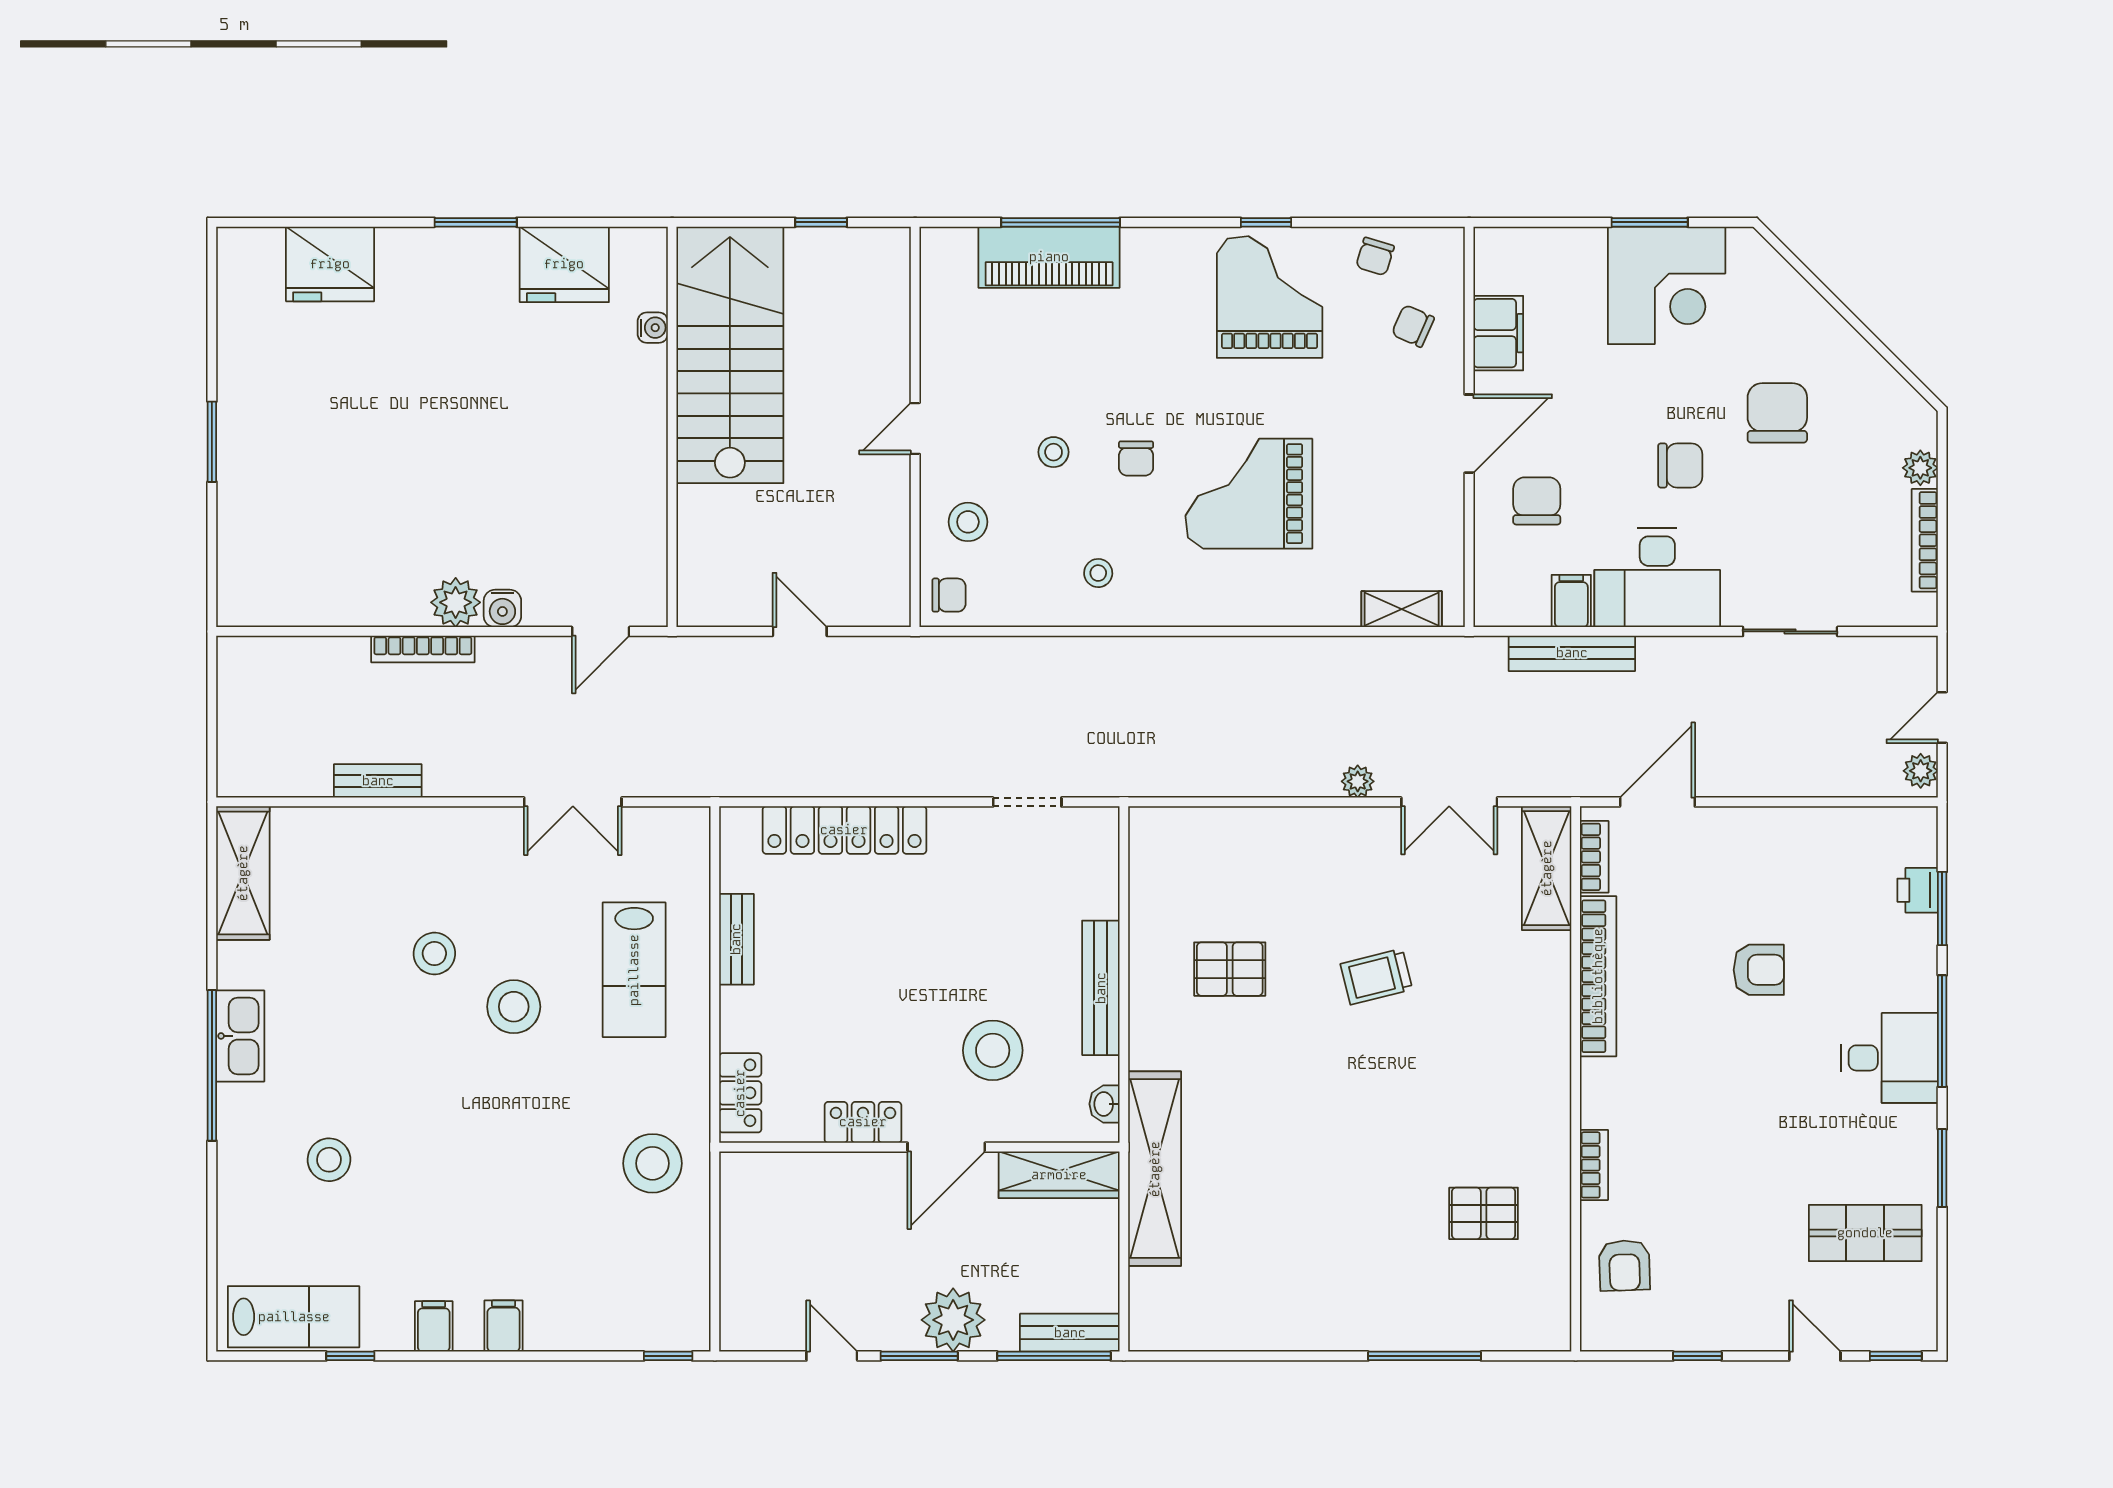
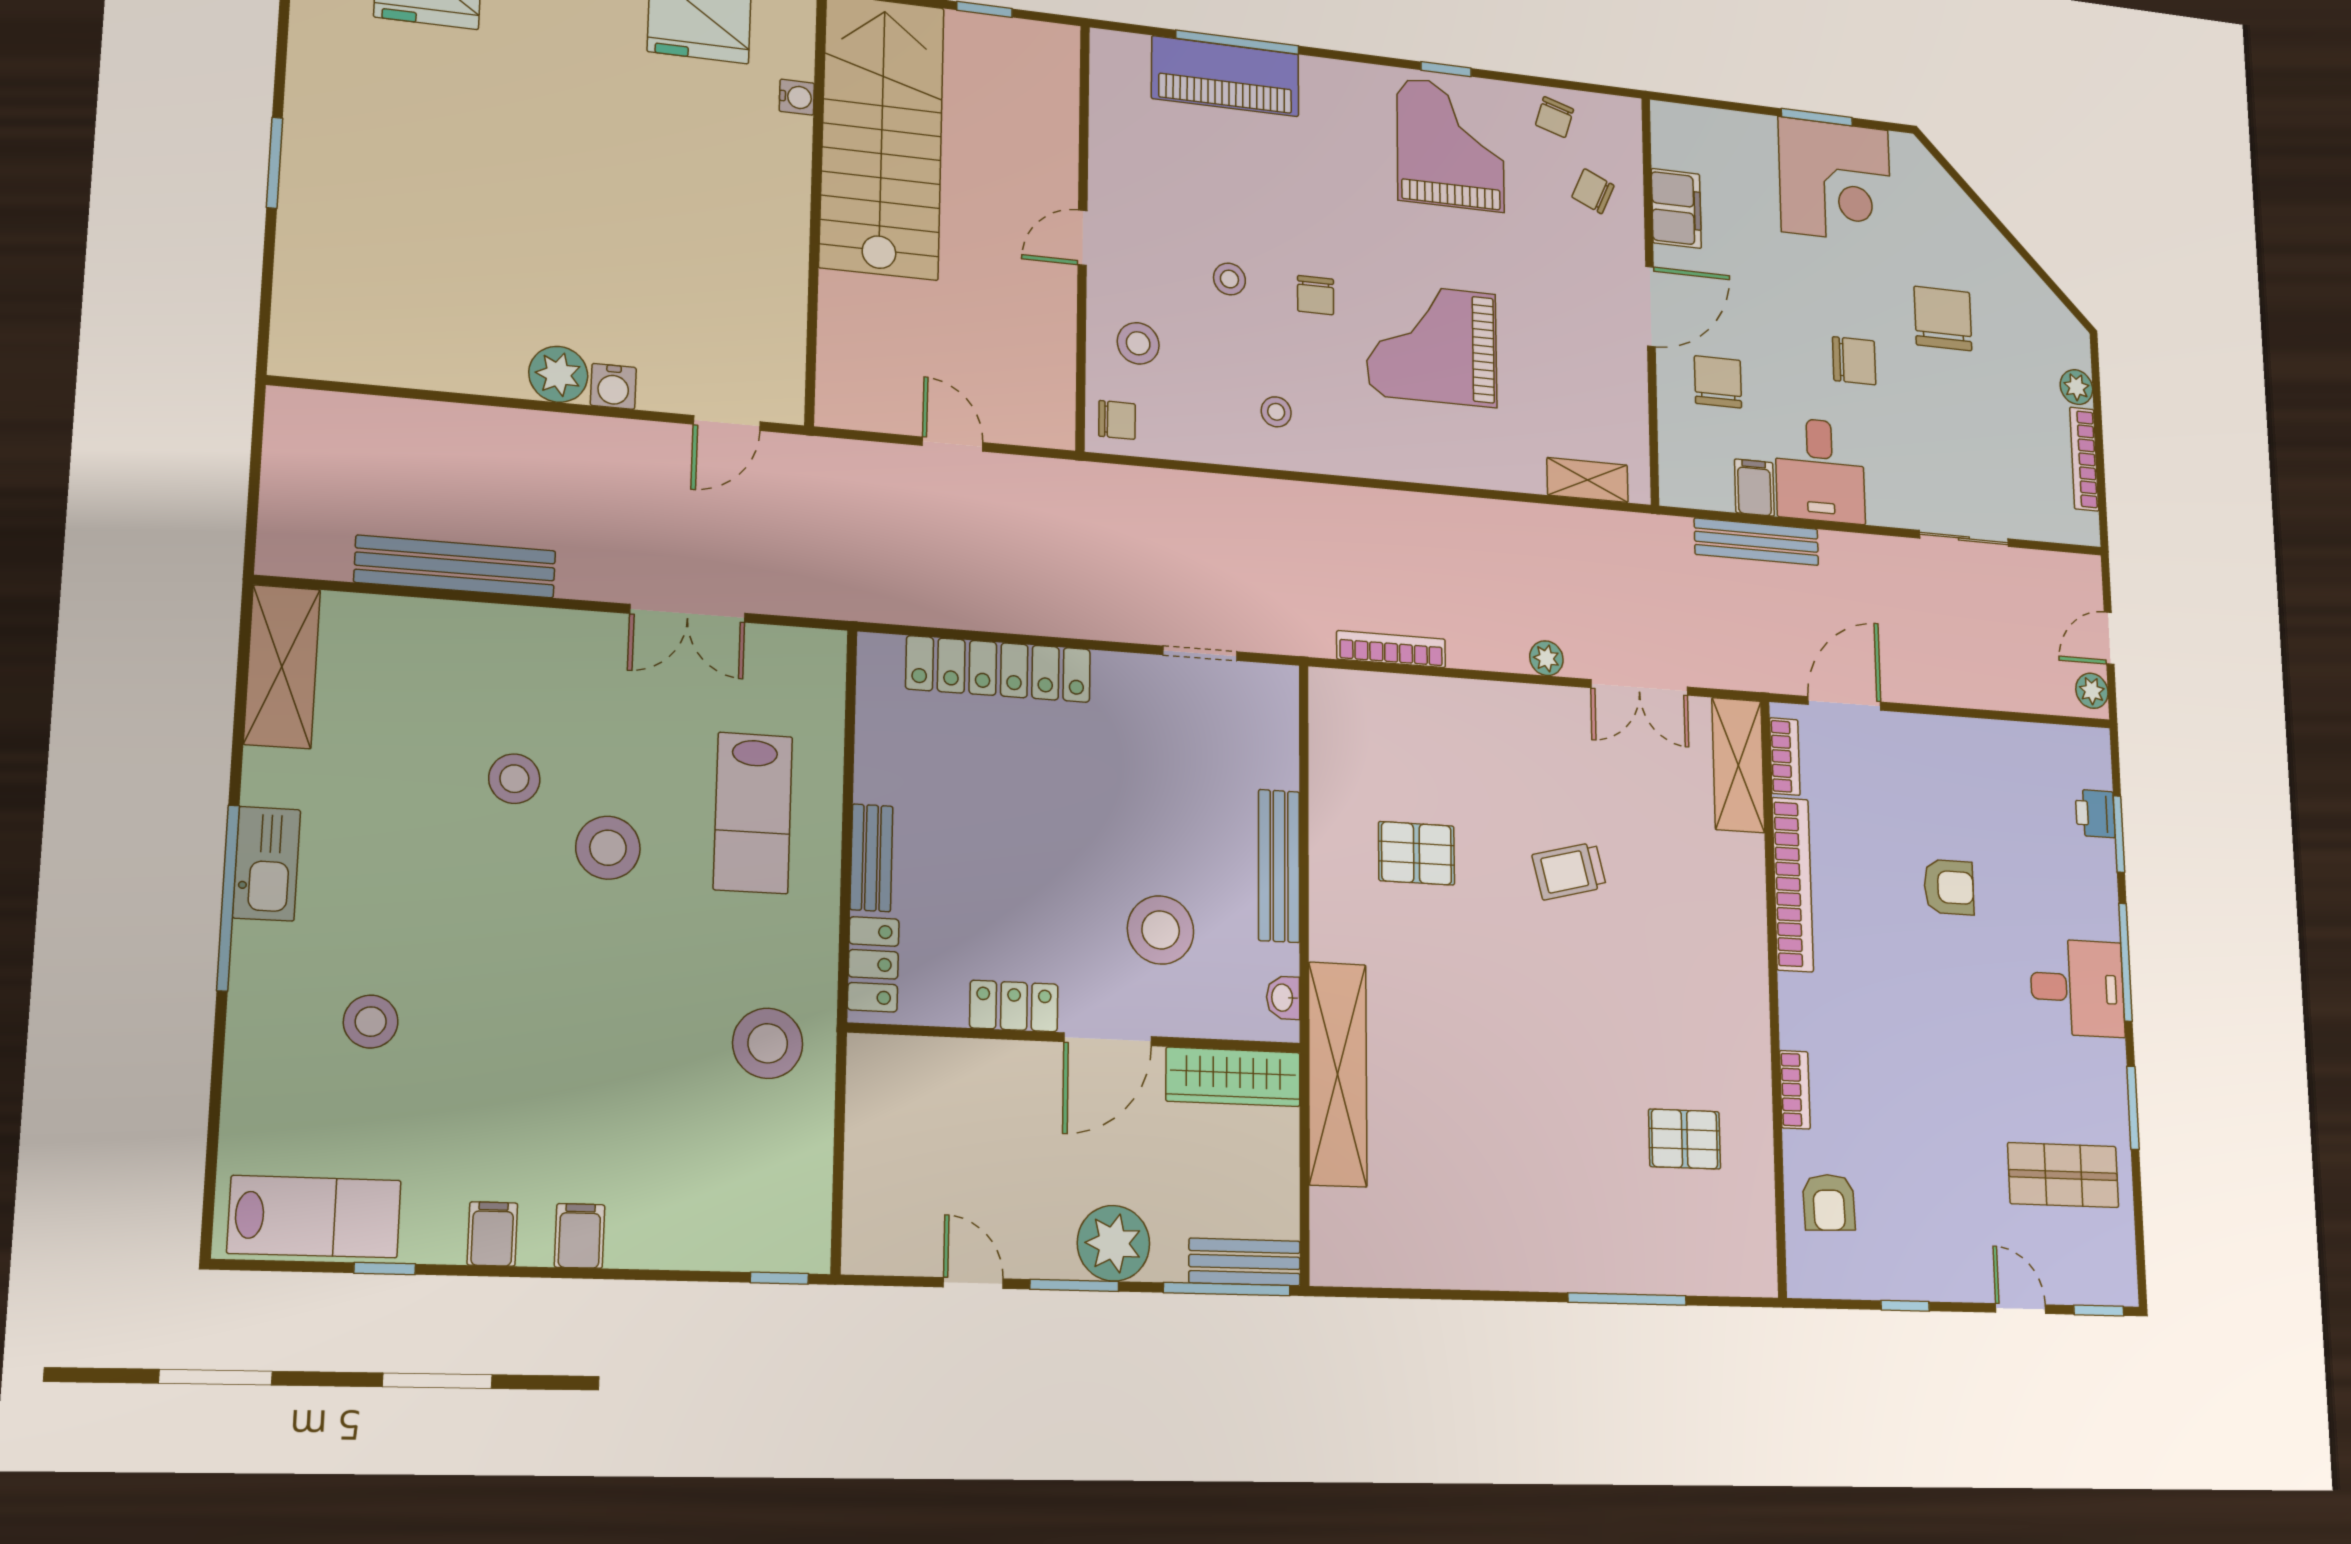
desk: (1657, 578) -> (1820, 470), width x0.73
bookcase: (423, 649) -> (1391, 649), moved, turned 180
bench: (378, 781) -> (455, 566), width x1.86, depth x1.21
bench: (736, 939) -> (871, 858), moved

